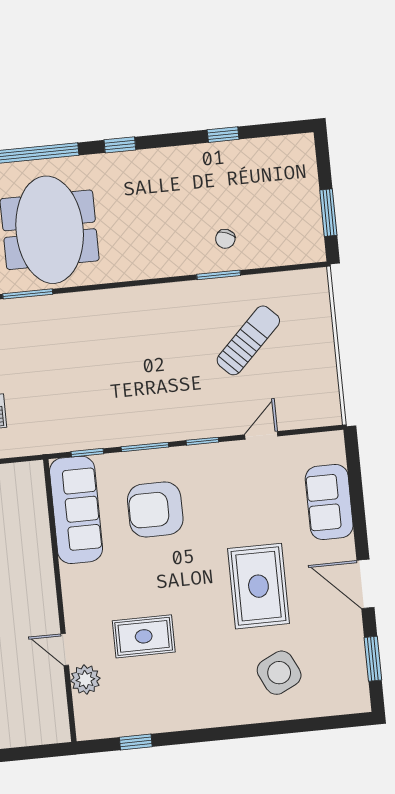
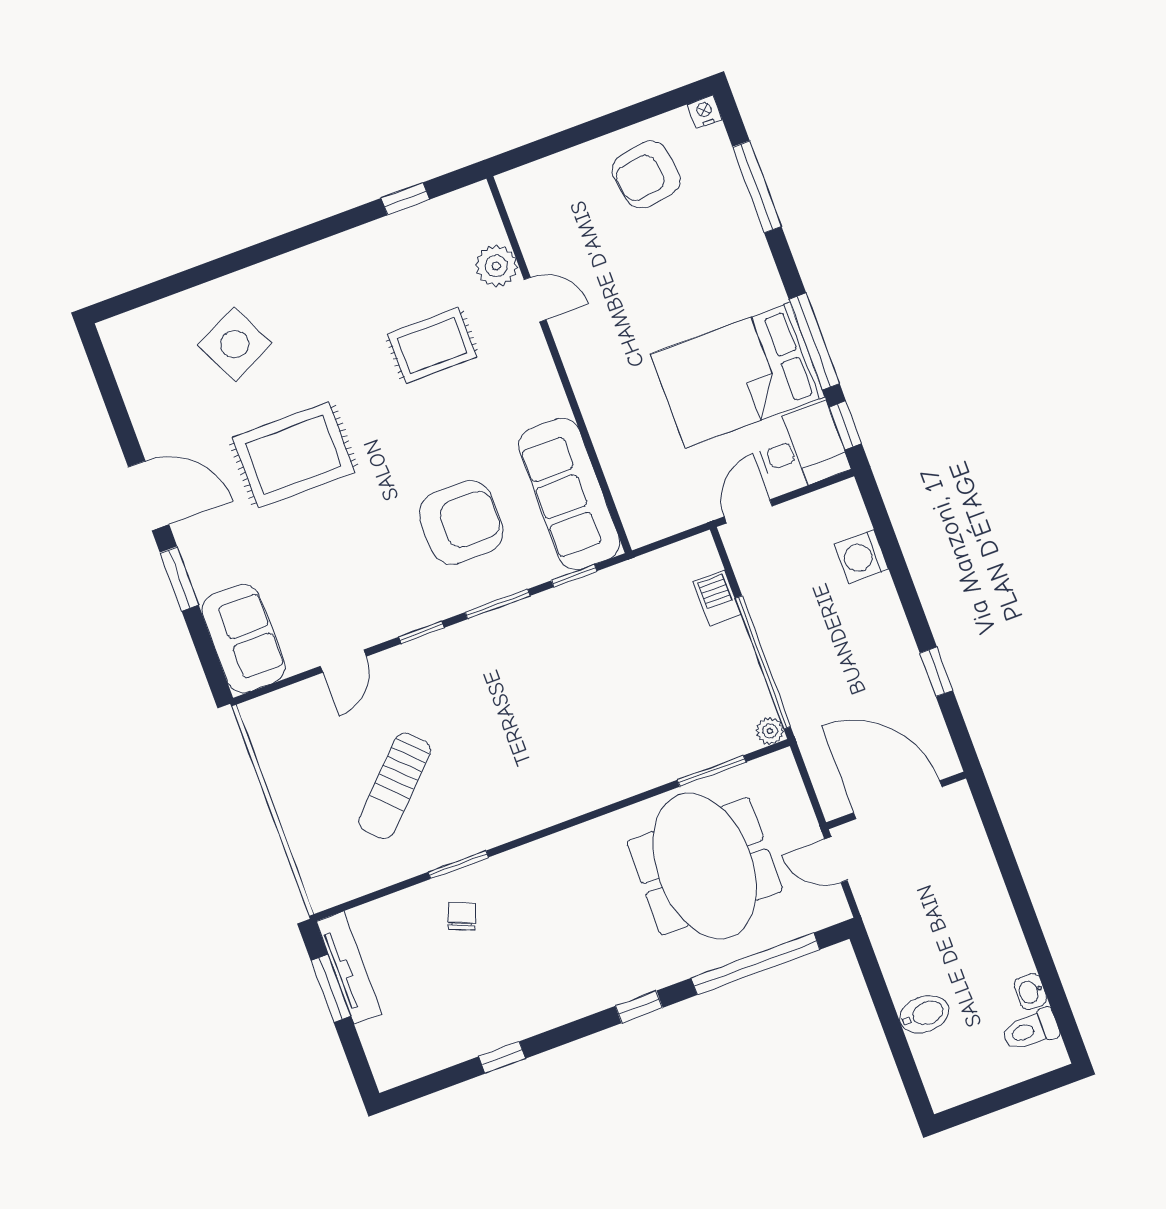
tv unit: (312, 224) -> (349, 968), added
sofa: (329, 502) -> (243, 639), moved
rug: (258, 586) -> (294, 455), turned 90
window: (373, 659) -> (179, 579), moved

